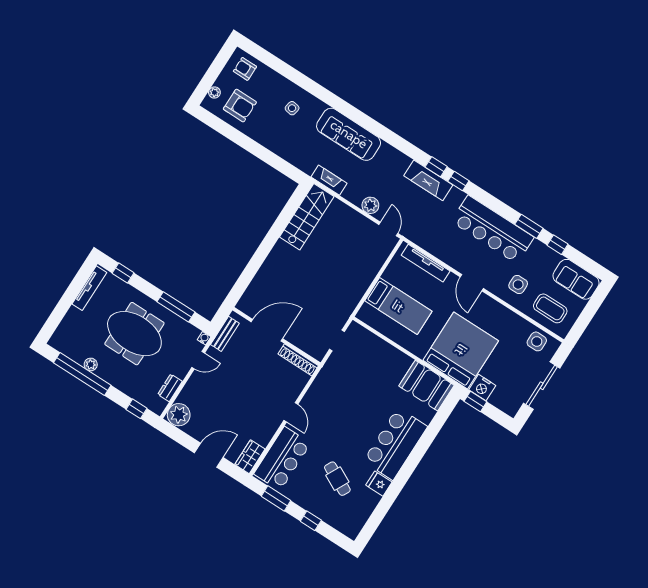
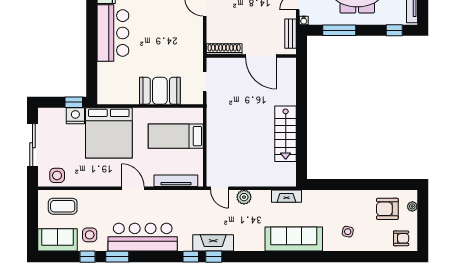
stairs: (307, 217) -> (286, 134), moved
side table: (518, 285) -> (90, 235), moved
door: (267, 330) -> (261, 56), hinge flipped
booth: (426, 386) -> (160, 91), moved

